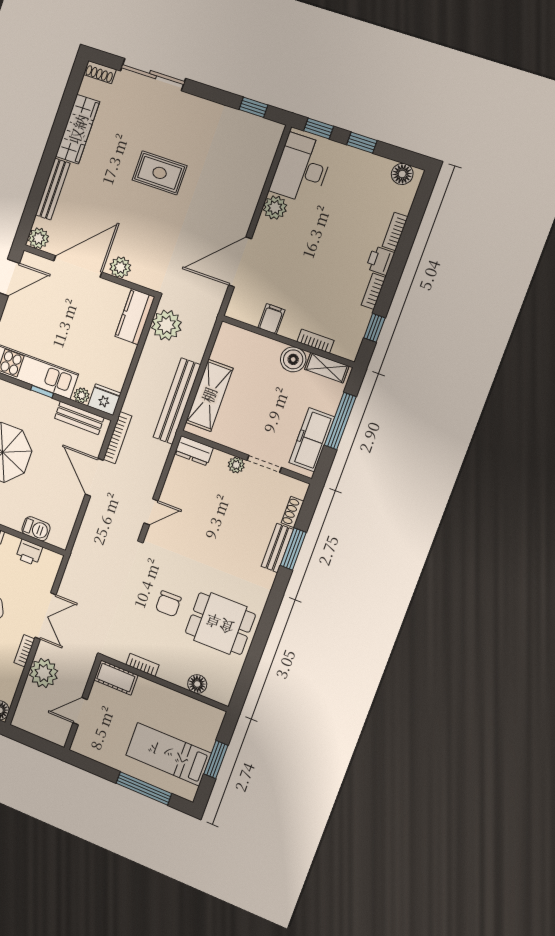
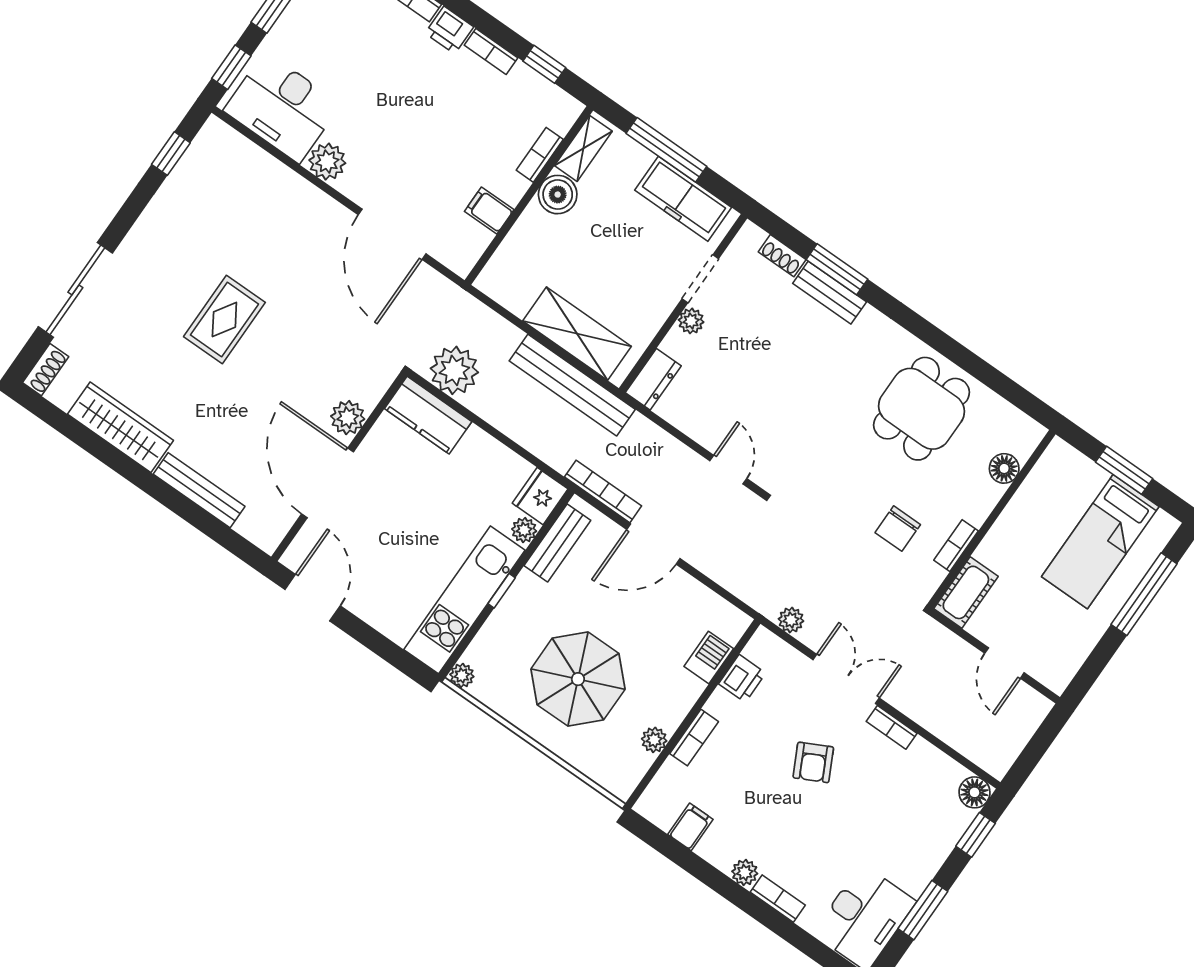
plant: (38, 238) -> (267, 533), removed
chair: (168, 604) -> (898, 529), moved, turned 91
plant: (44, 673) -> (791, 620), moved, width x0.53, depth x0.53

